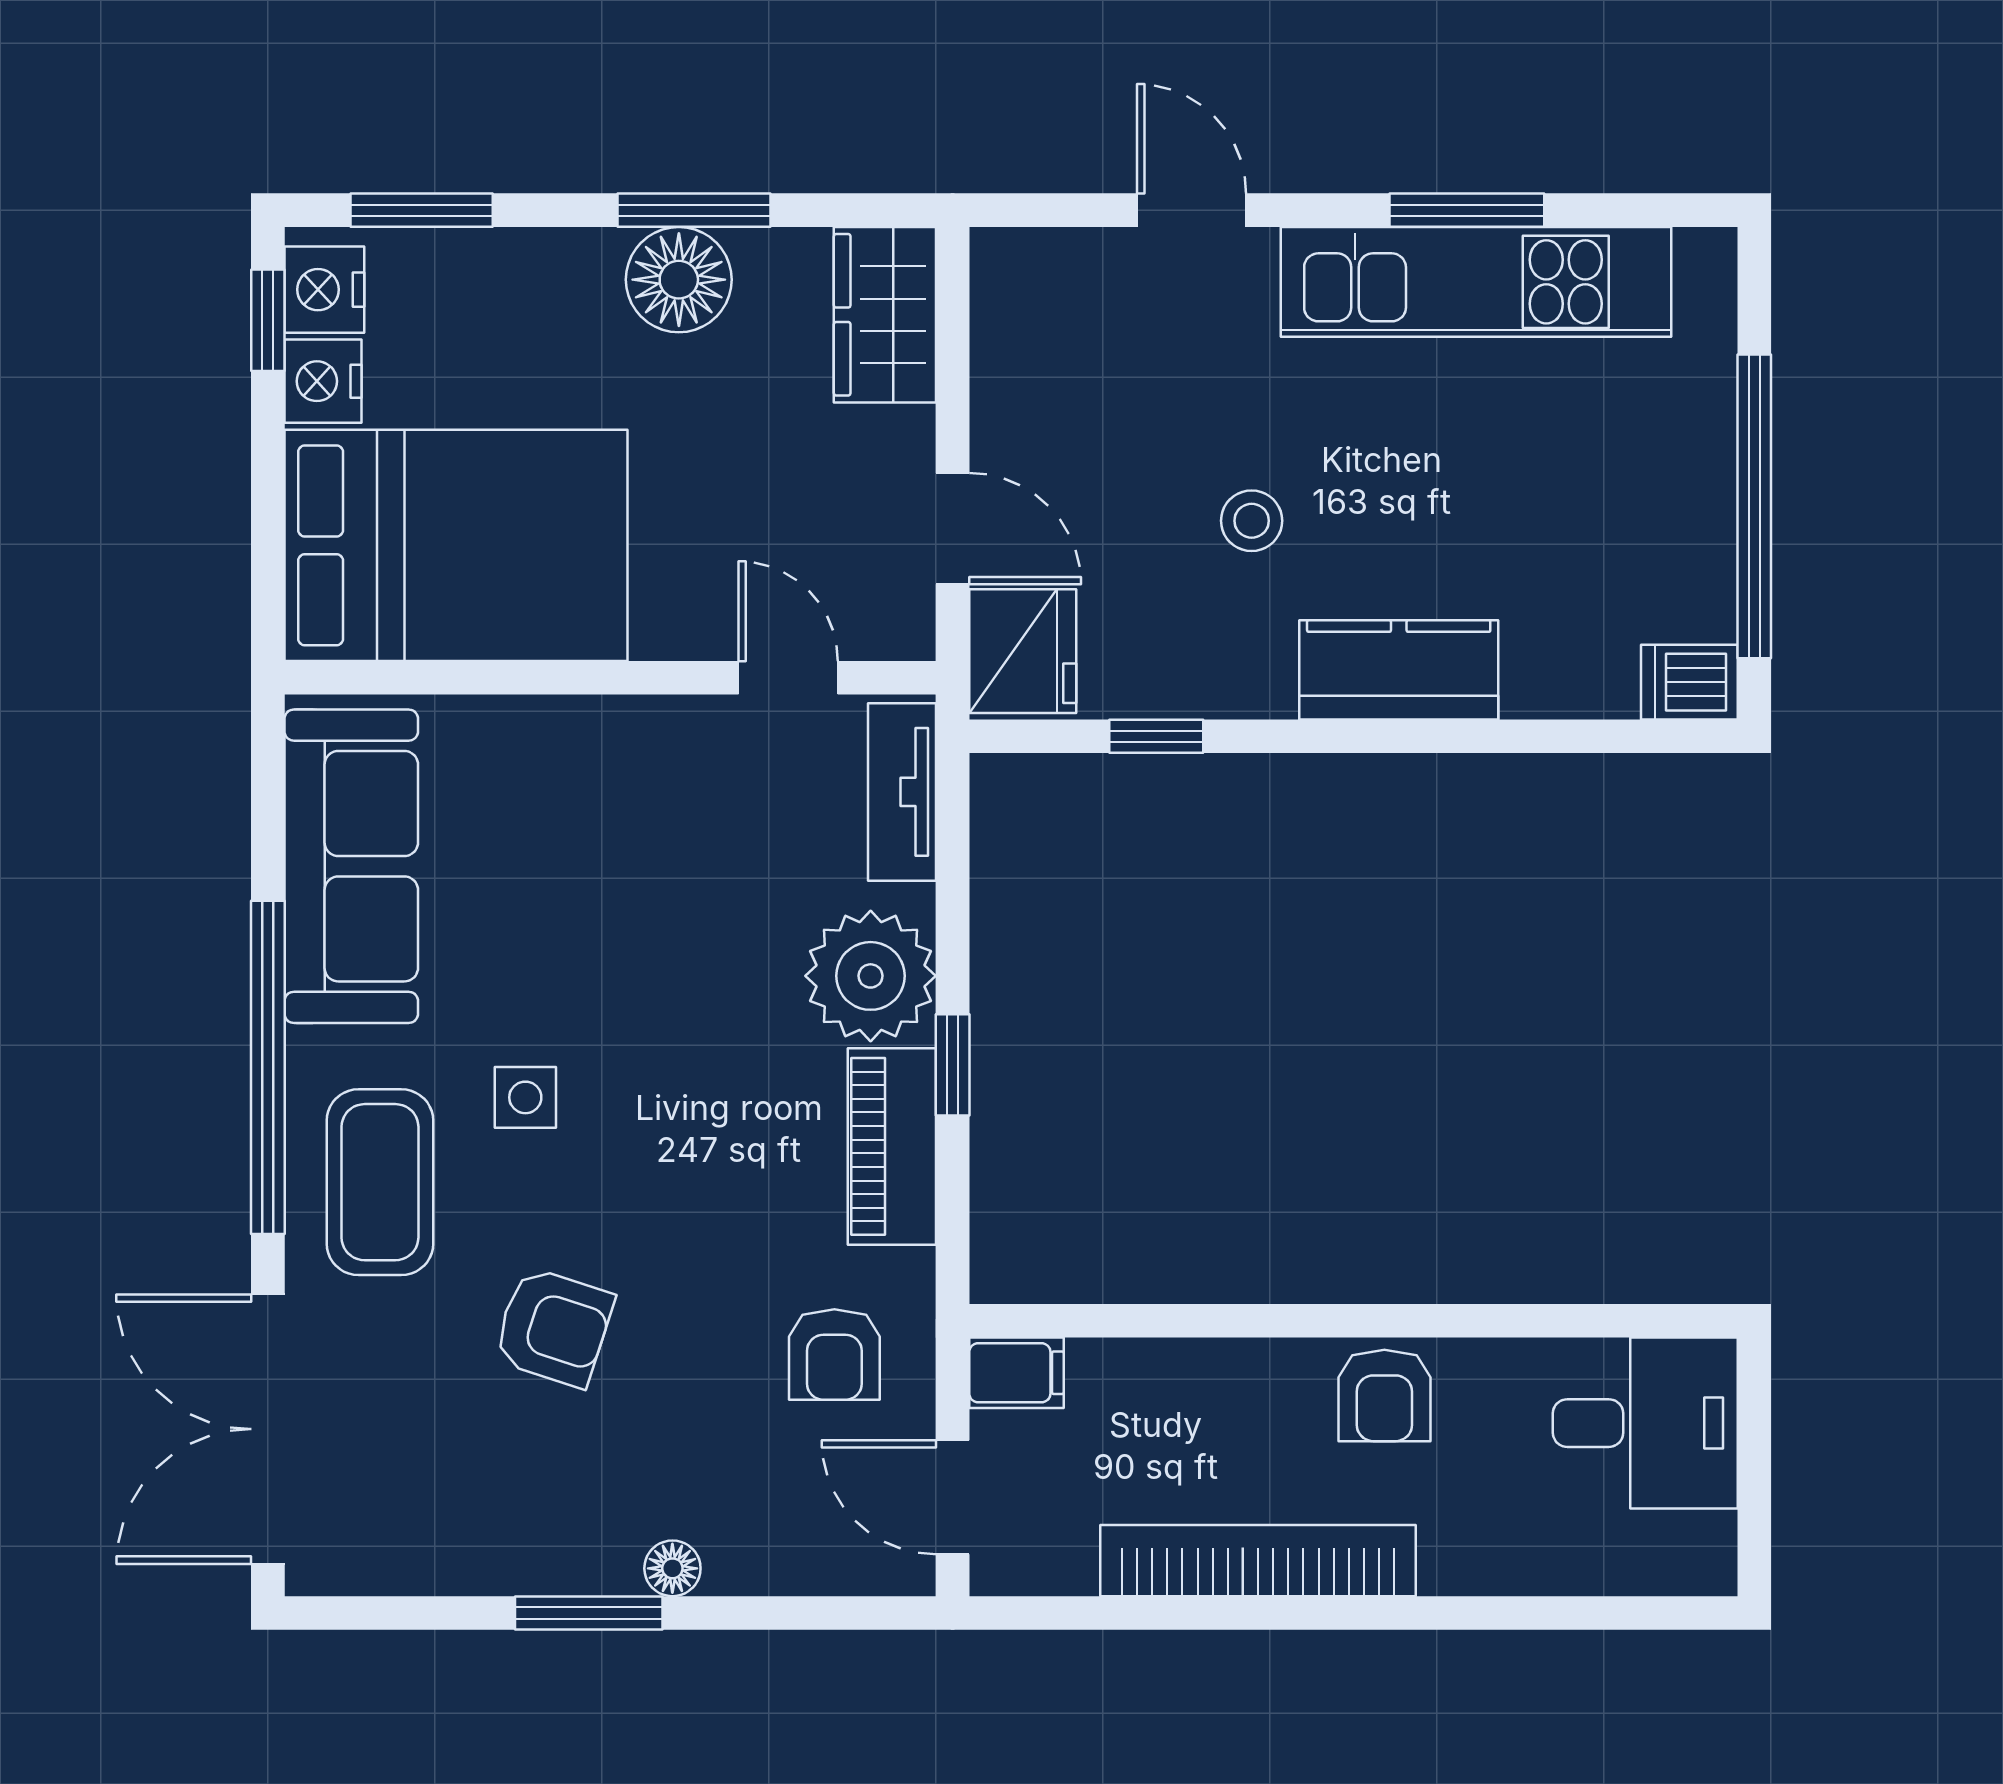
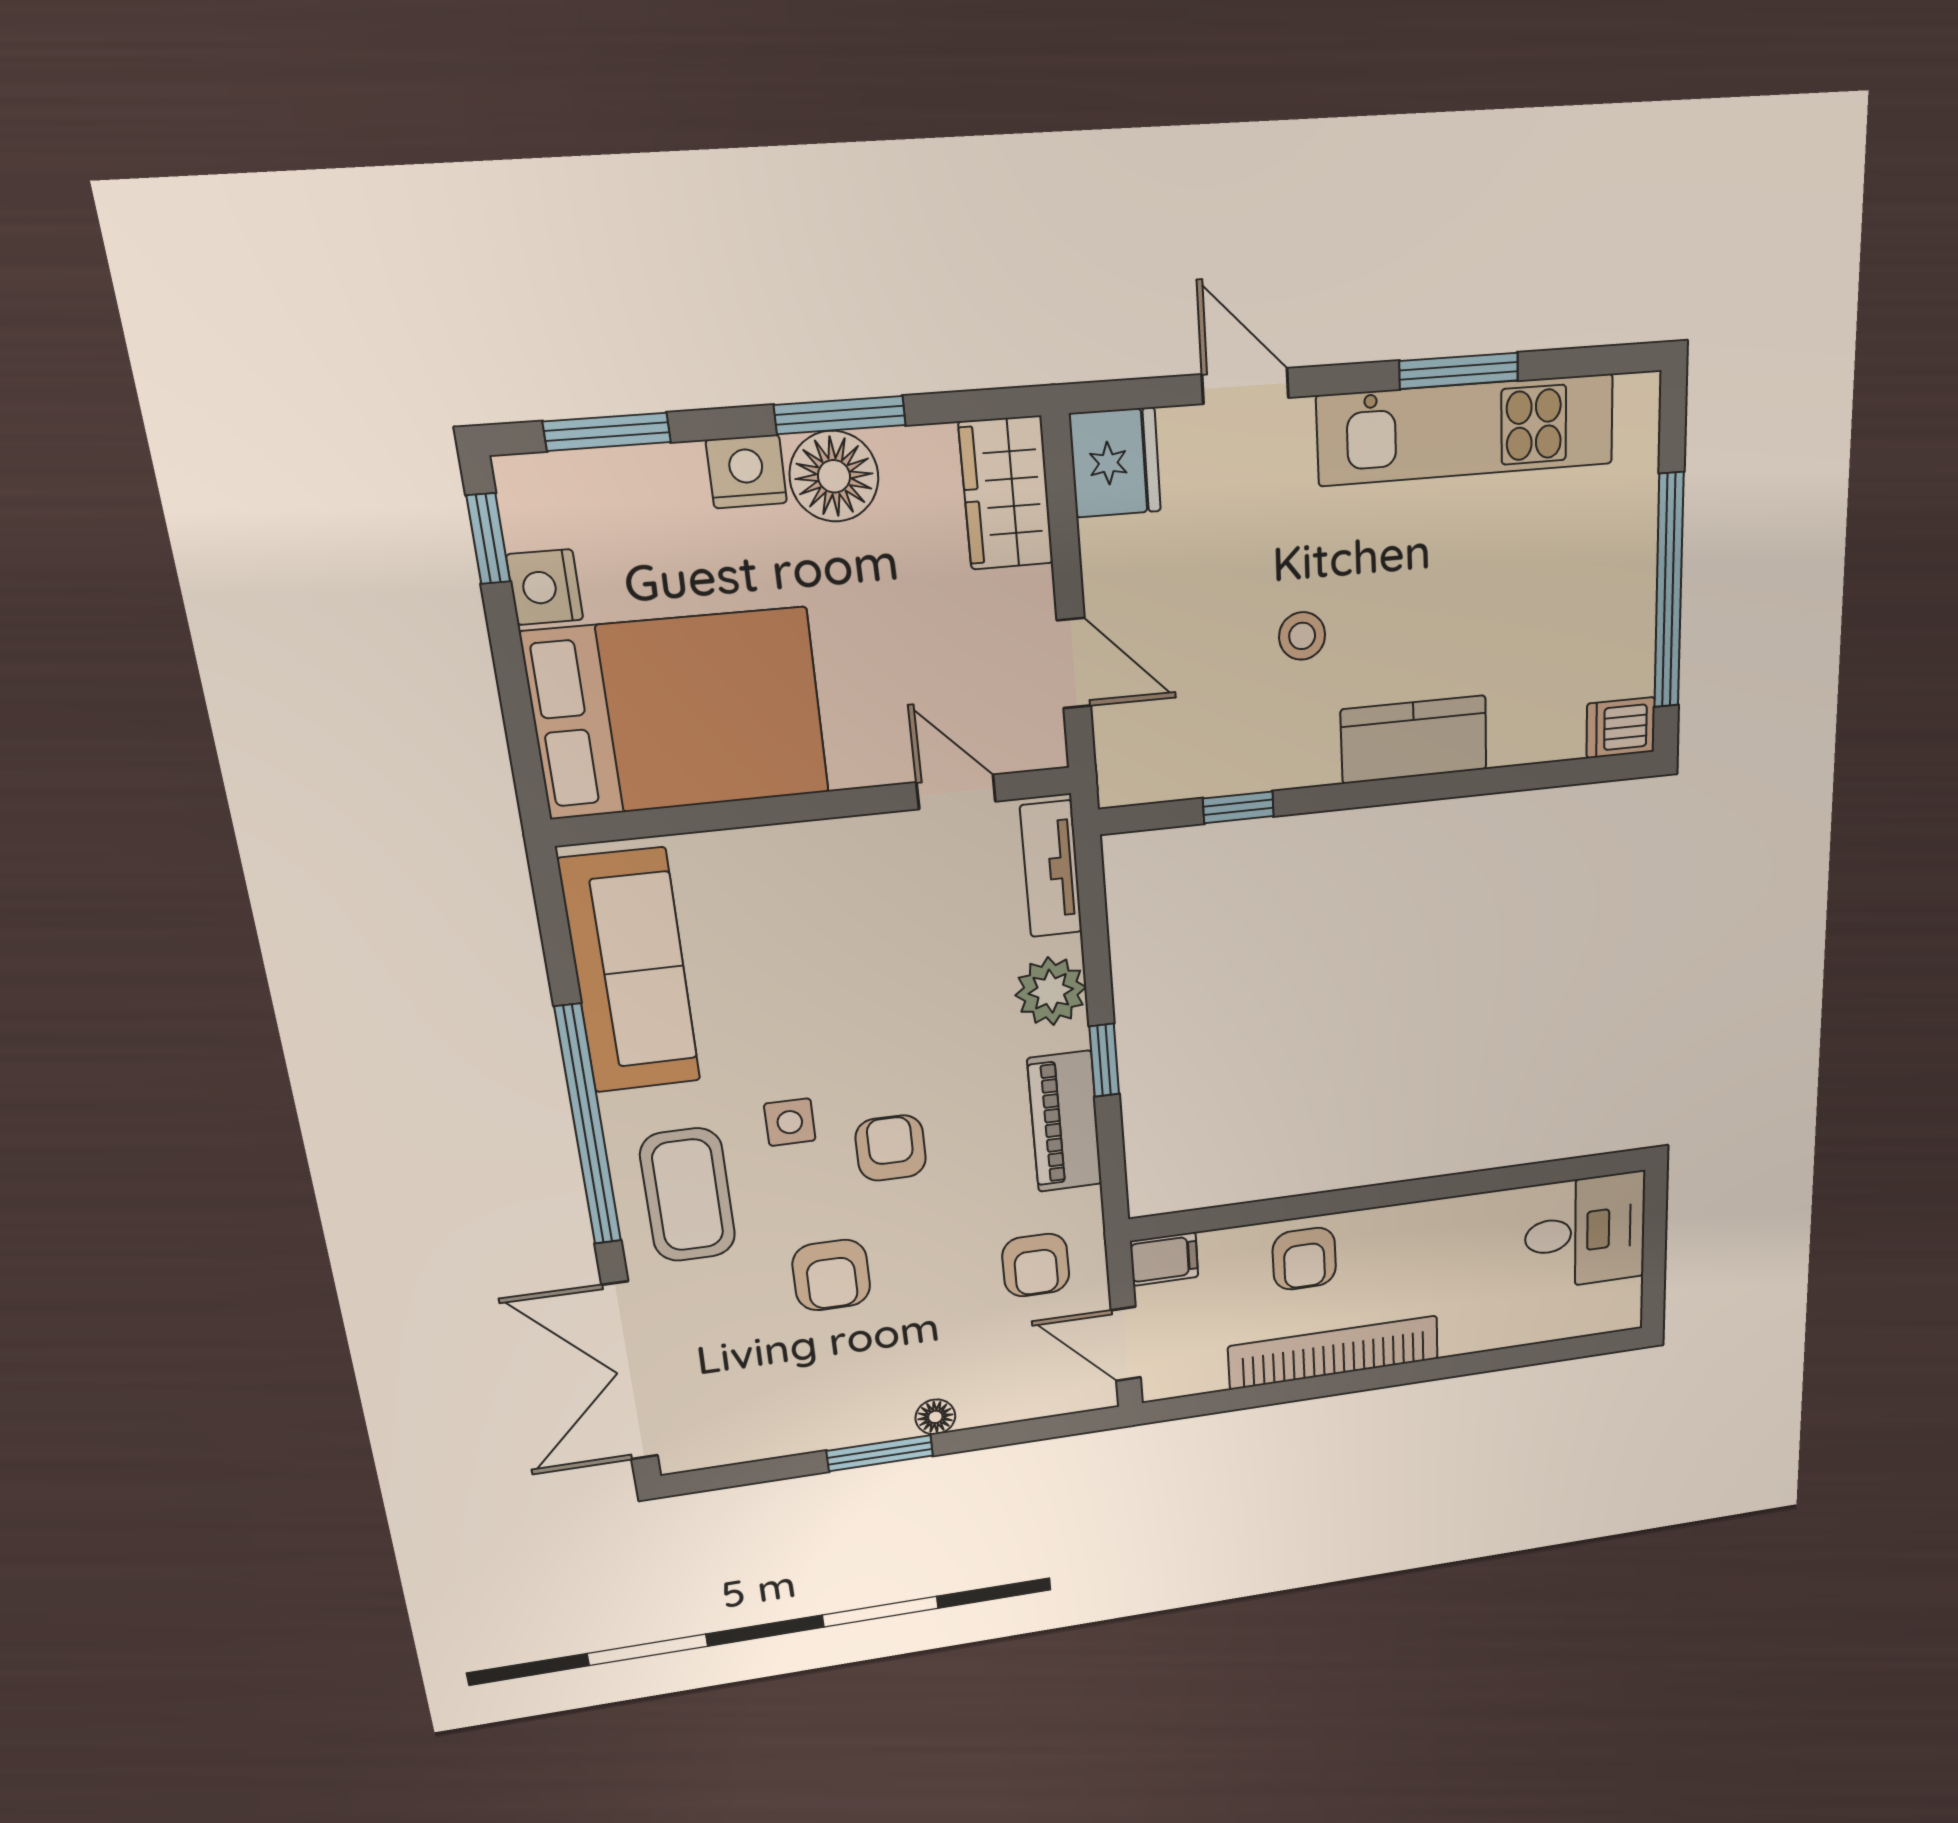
nightstand: (324, 290) -> (746, 472), moved, turned 90
fridge: (1023, 651) -> (1115, 463), moved
plant: (871, 976) -> (1051, 991), width x0.73, depth x0.73
armchair: (654, 1152) -> (891, 1148), added
armchair: (553, 1327) -> (831, 1275), turned 72
armchair: (1384, 1395) -> (1304, 1259), moved

